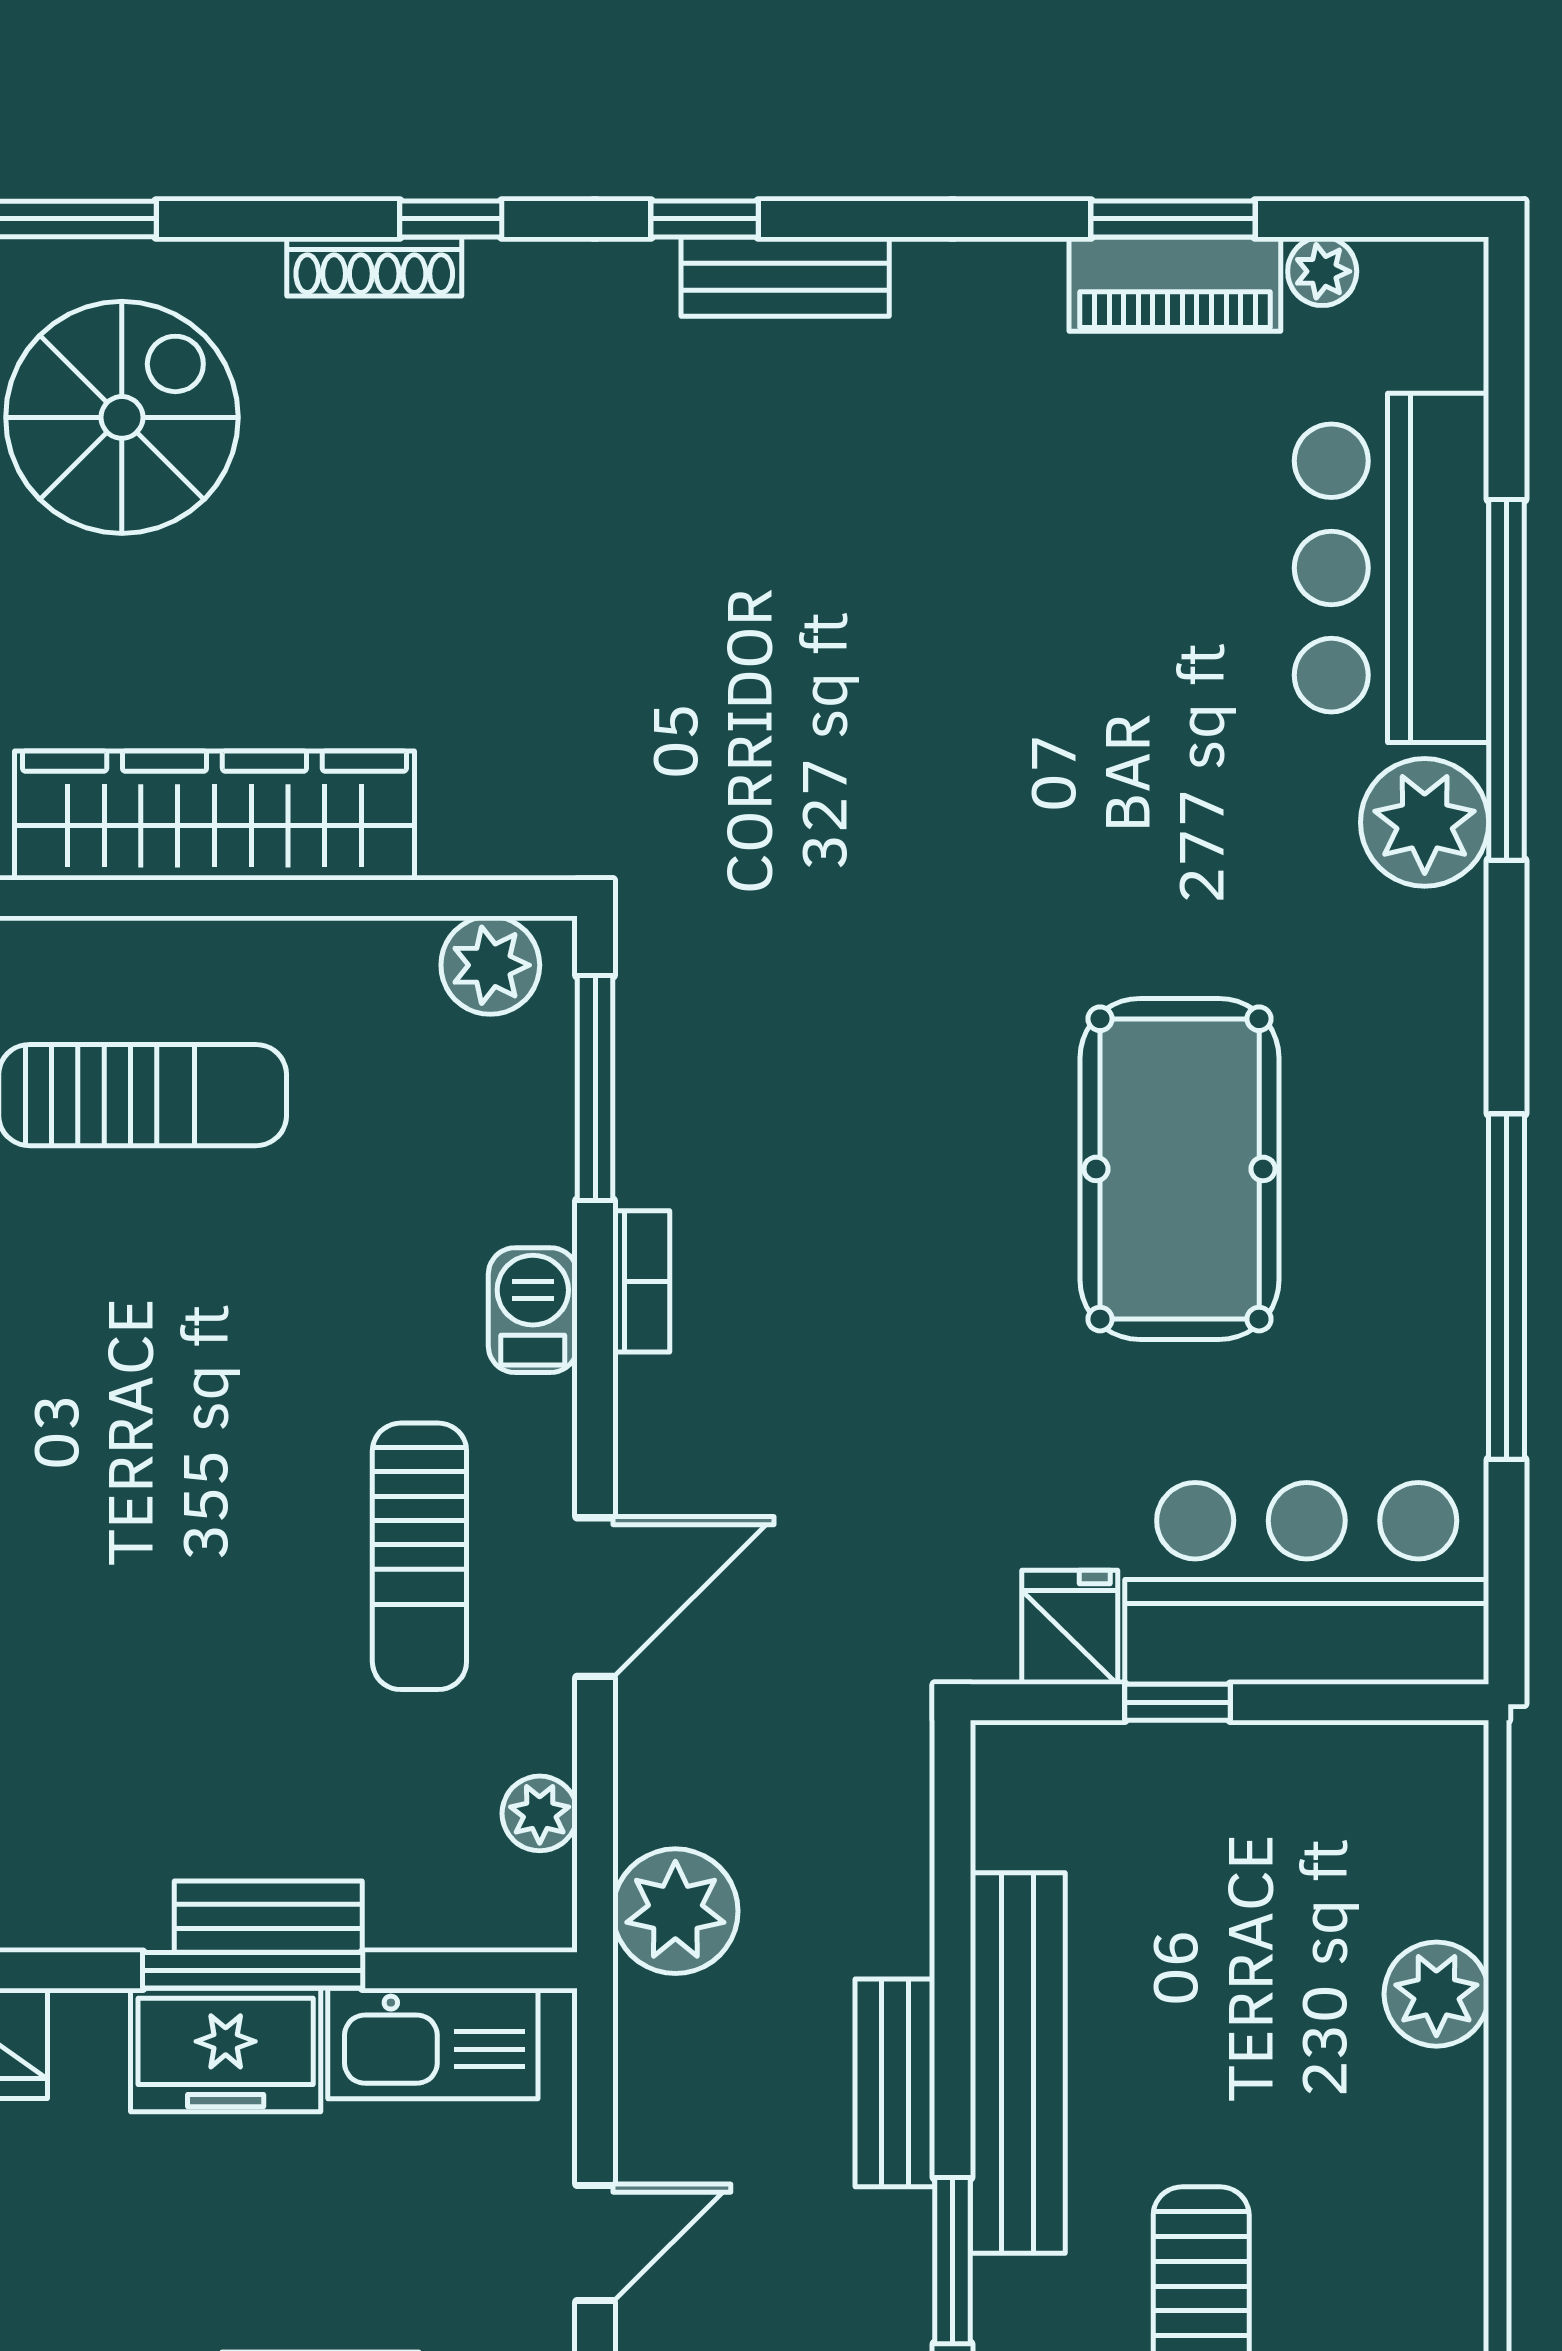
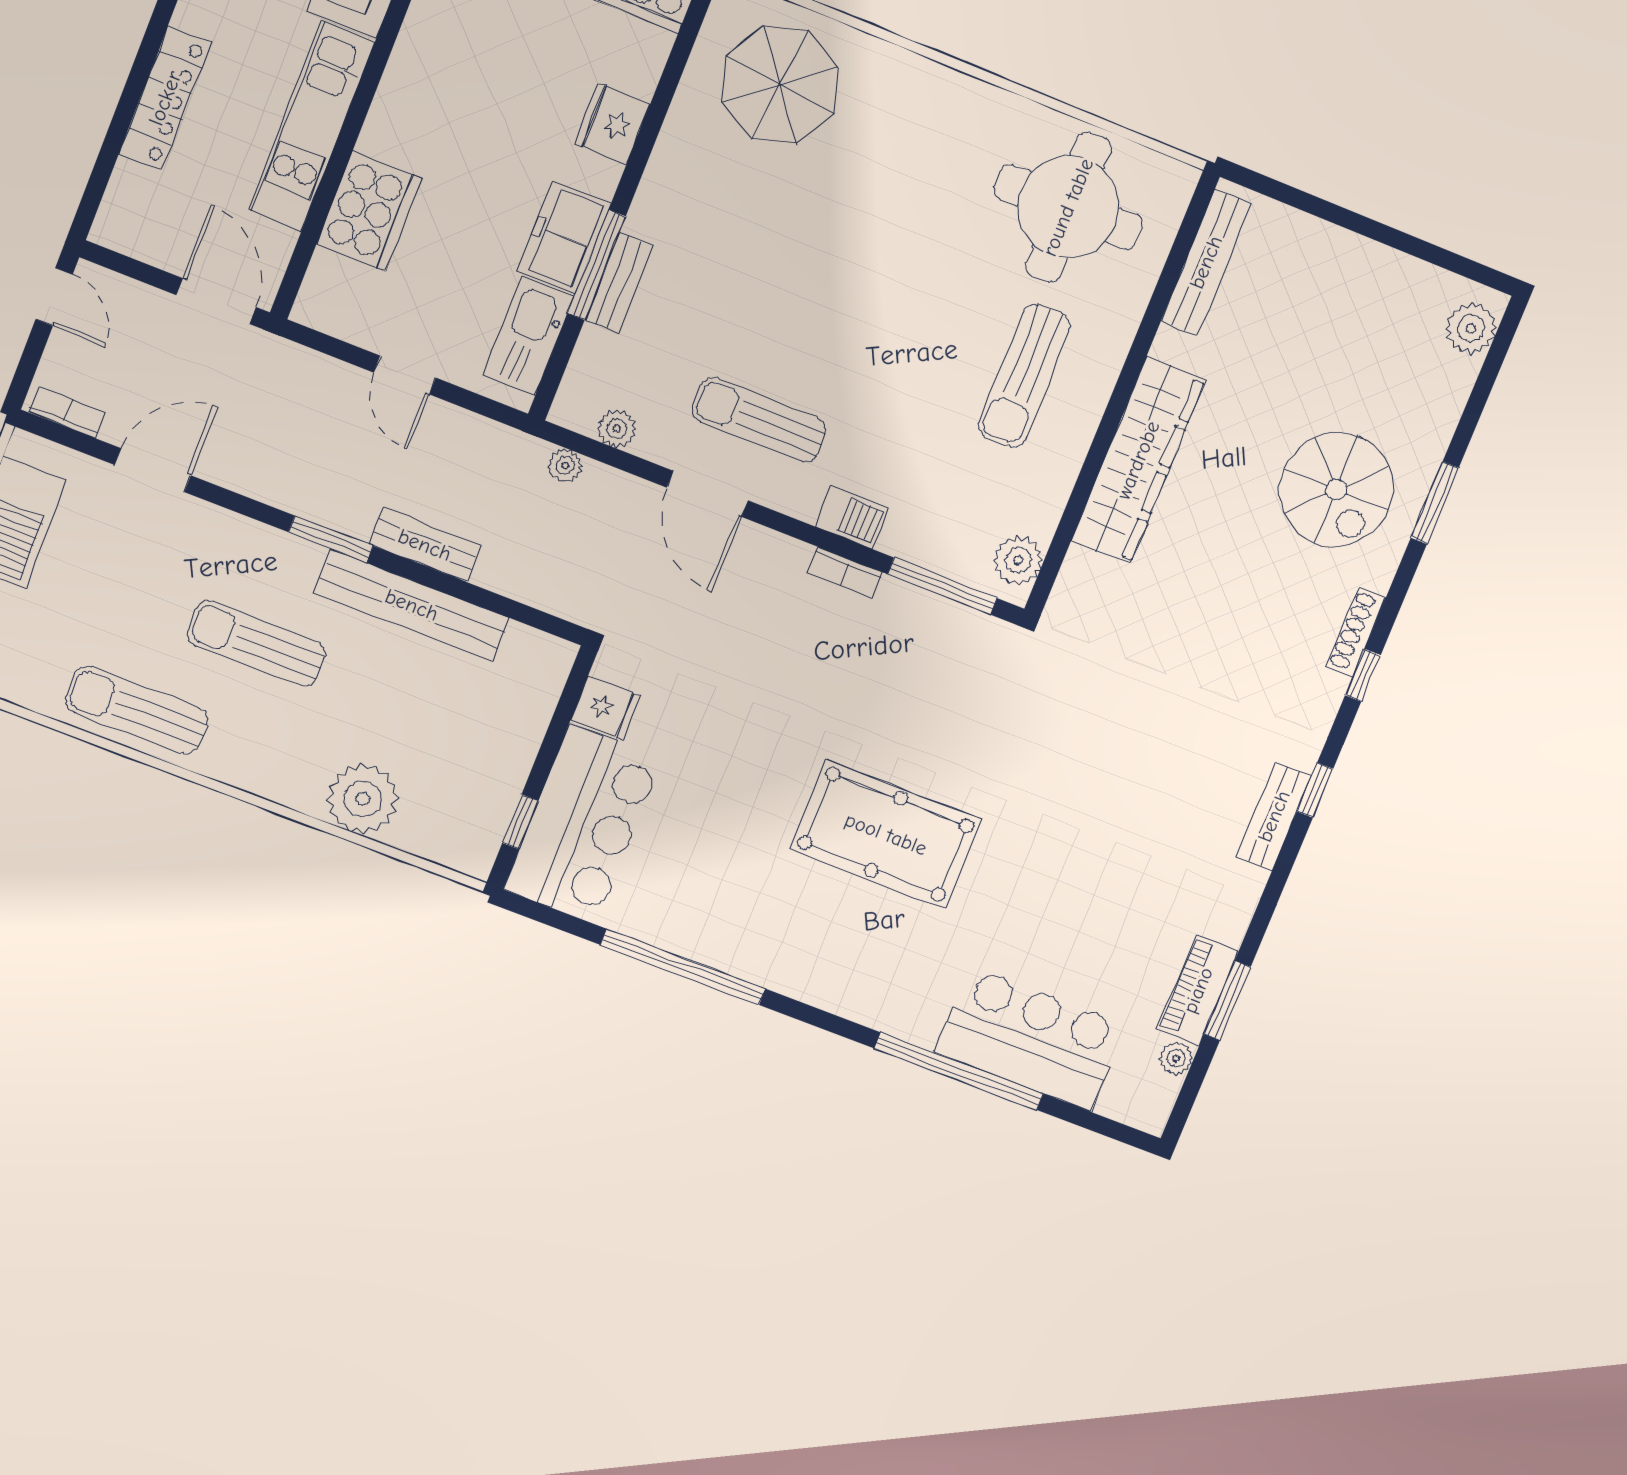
plant: (1425, 822) -> (910, 1010), removed
pool table: (1180, 1169) -> (886, 834), moved
window: (1177, 1702) -> (520, 822), moved
plant: (675, 1911) -> (565, 466), width x0.53, depth x0.53
plant: (1436, 1994) -> (363, 799), width x1.36, depth x1.36

